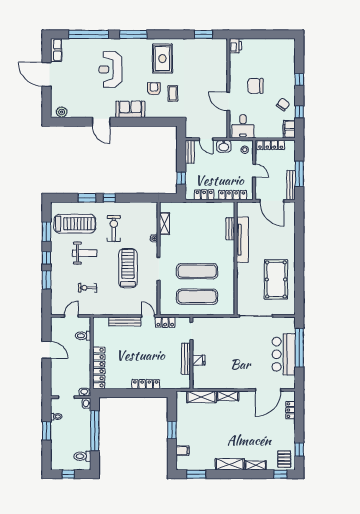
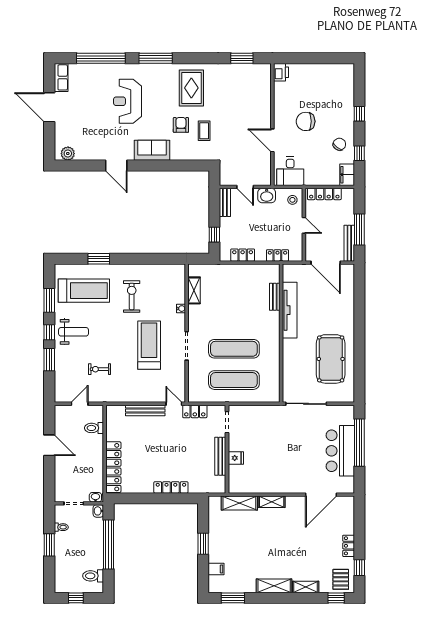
locker: (233, 195) -> (277, 255), width x0.66
window: (109, 198) -> (126, 259), removed
weight bench: (85, 253) -> (74, 332), moved
locker: (291, 410) -> (349, 546), moved

